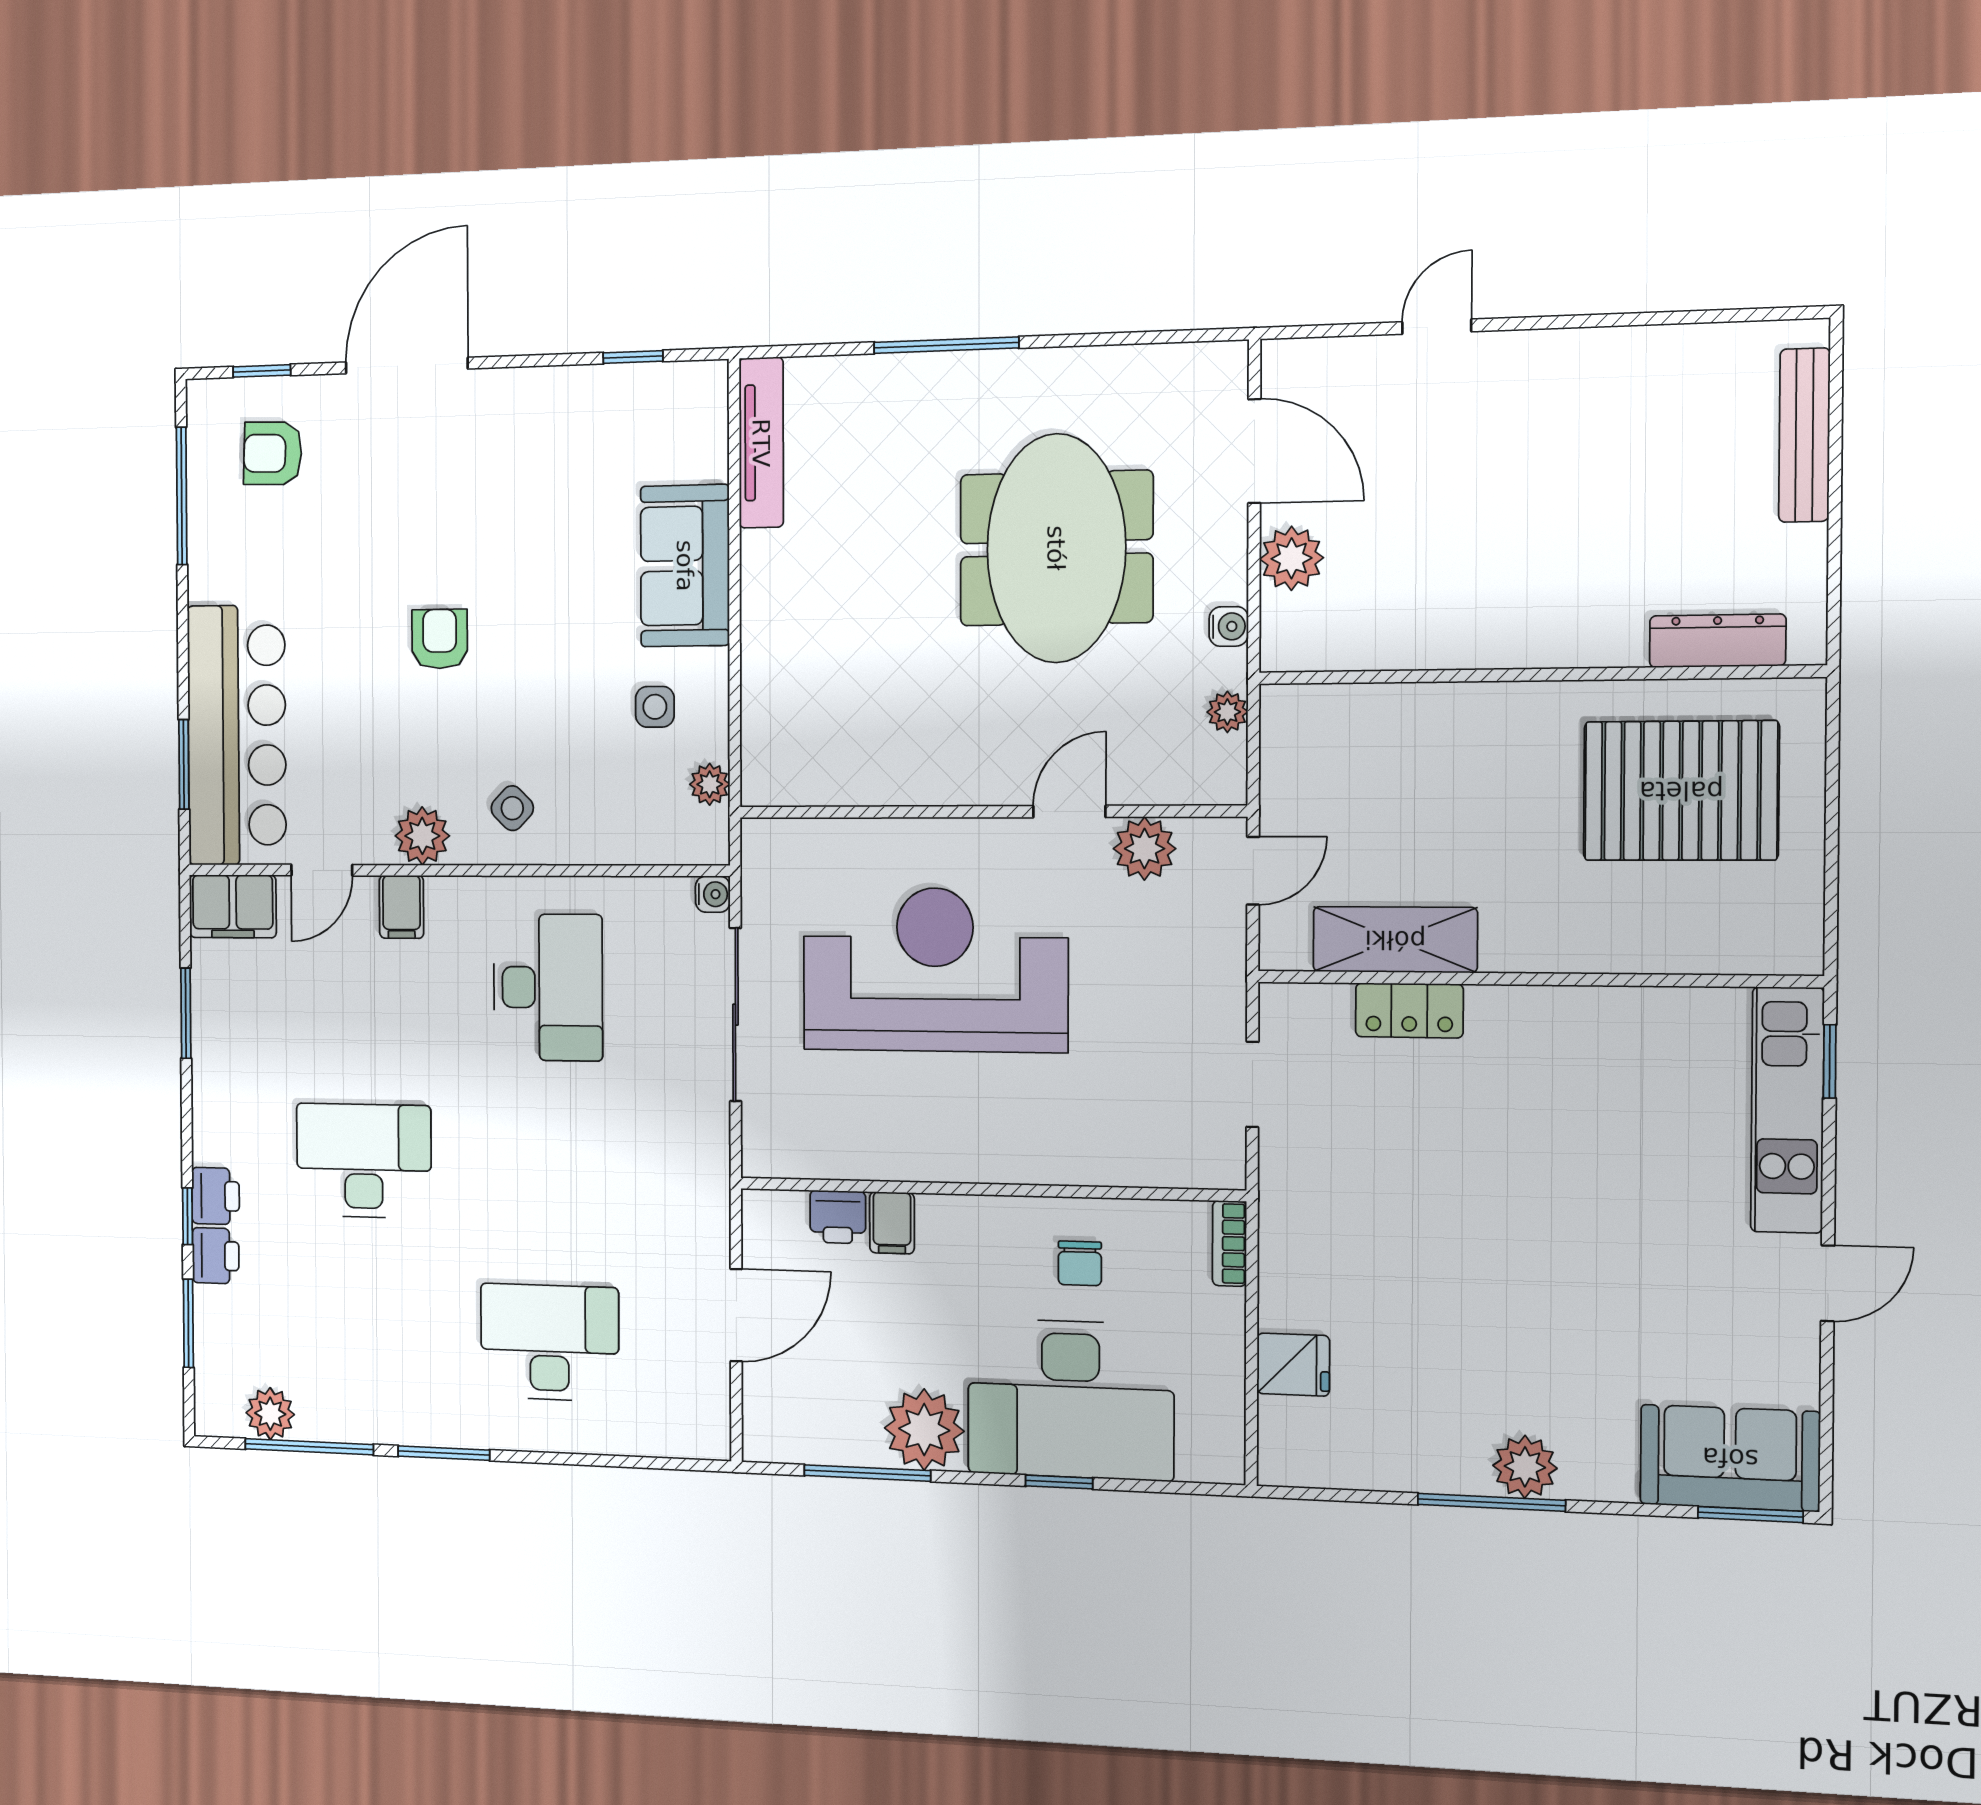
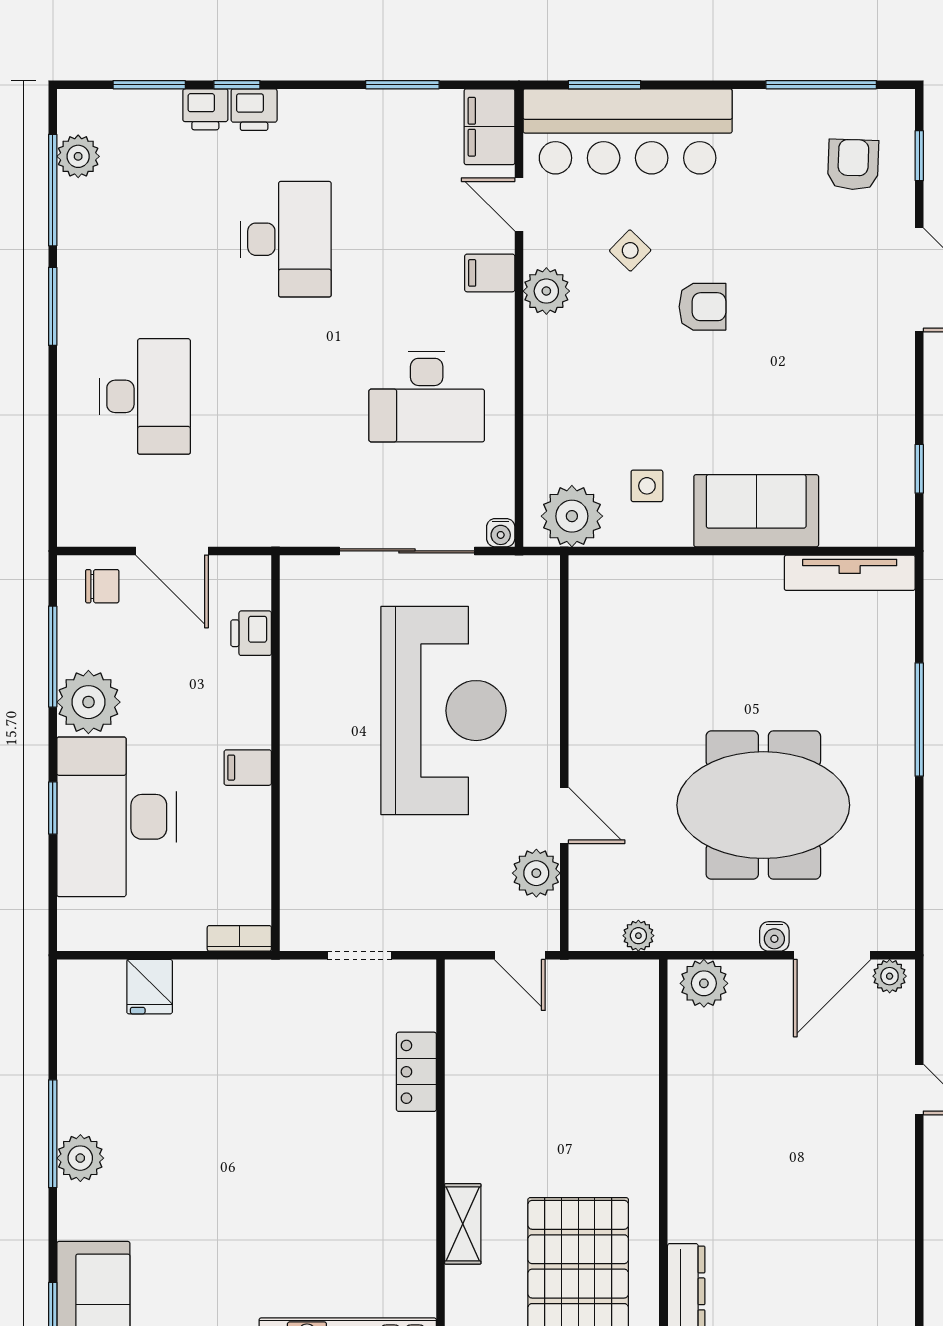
plant: (1283, 373) -> (890, 976), added
plant: (1292, 558) -> (704, 983), moved
water cooler: (1229, 626) -> (774, 936), moved
plant: (710, 784) -> (572, 516), width x1.88, depth x1.88
side table: (512, 808) -> (630, 250), moved
shelving: (1395, 940) -> (463, 1224), moved, width x0.67, depth x0.75
filing cabinet: (892, 1223) -> (248, 768), moved
chair: (1080, 1263) -> (102, 586), moved, turned 180

